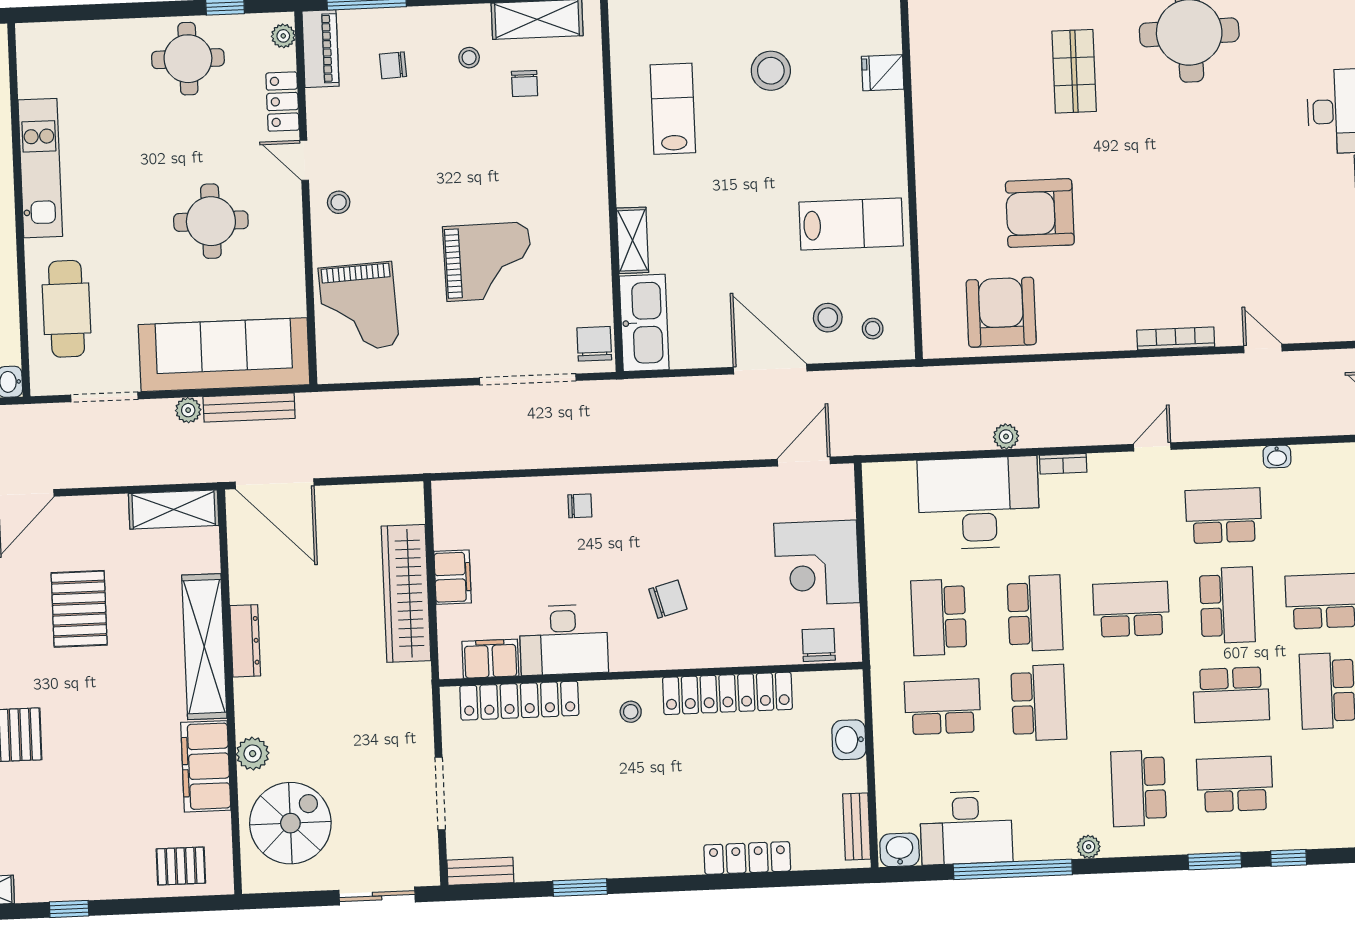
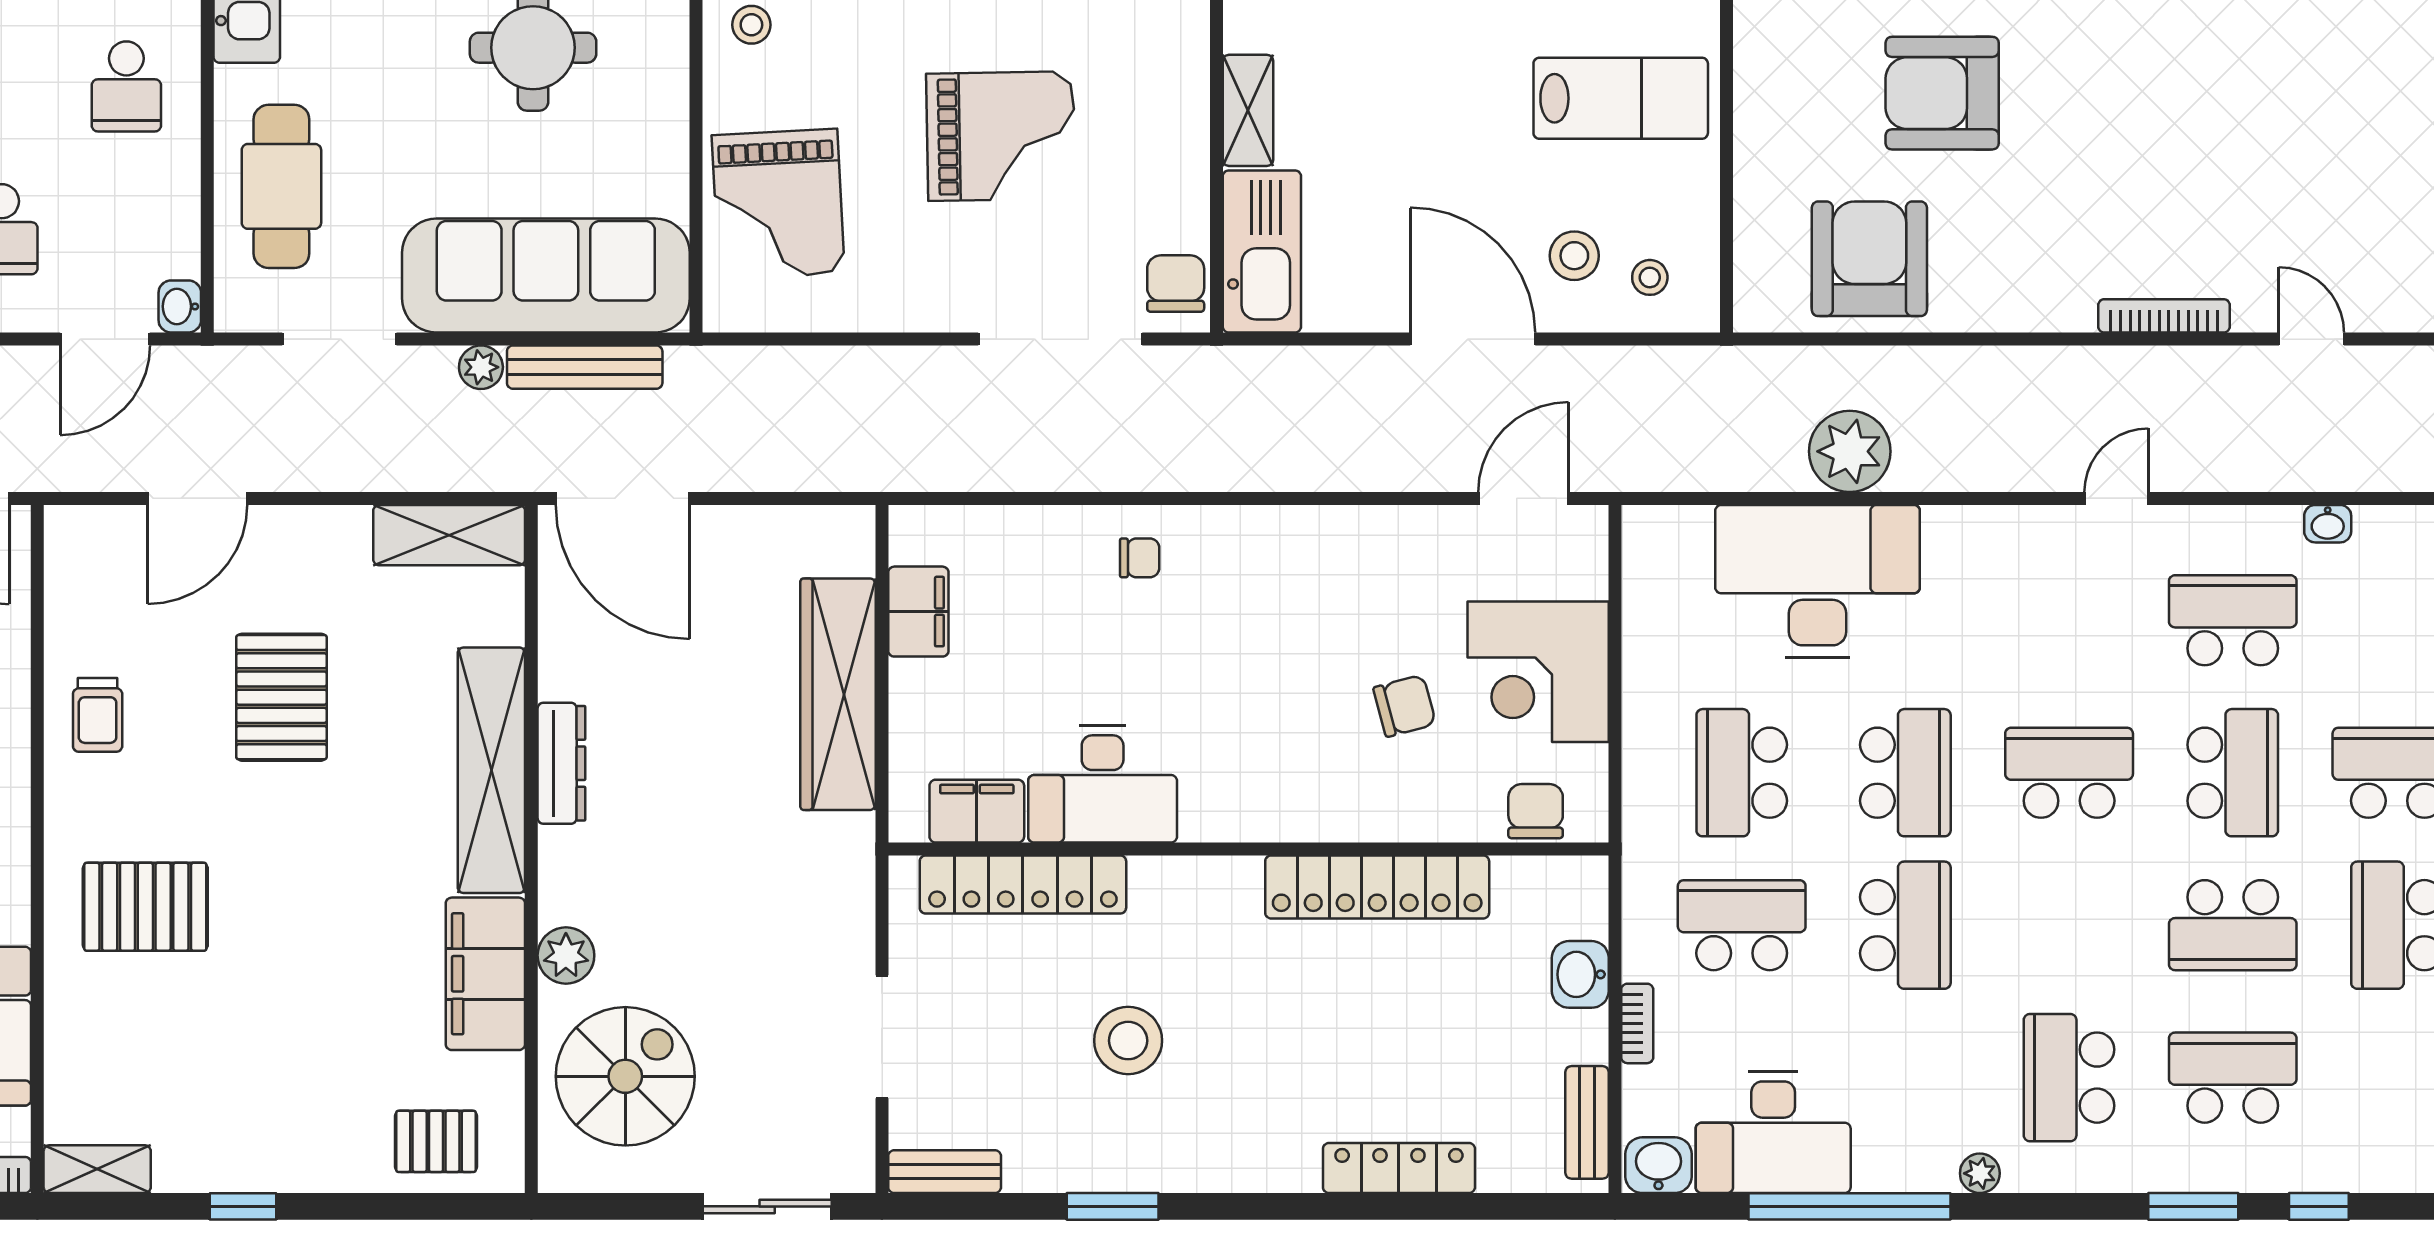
plant: (1006, 436) -> (1850, 451), width x1.87, depth x1.87
bookcase: (1063, 464) -> (1637, 1023), moved, turned -90
filing cabinet: (453, 577) -> (918, 612), moved
chair: (668, 599) -> (1405, 706), moved
stool: (631, 712) -> (1128, 1041), moved, width x1.89, depth x1.89

